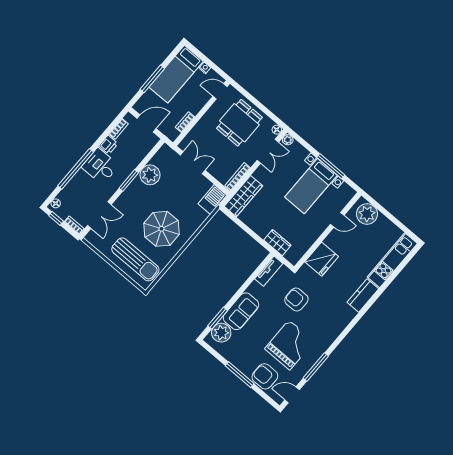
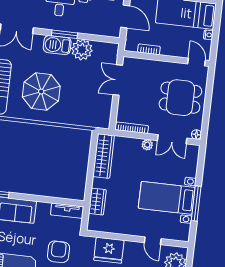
plant: (288, 140) -> (147, 145), moved
double door: (193, 163) -> (118, 80), swing flipped
wardrobe: (243, 196) -> (104, 156), moved, turned -90
barbecue: (212, 200) -> (57, 45), moved, turned 180

